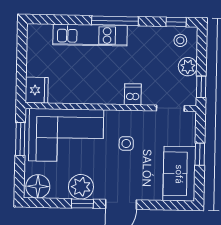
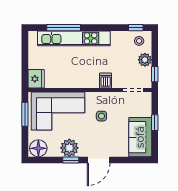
window: (115, 21) -> (64, 28), moved
kitchen unit: (90, 35) -> (74, 38), width x1.36

